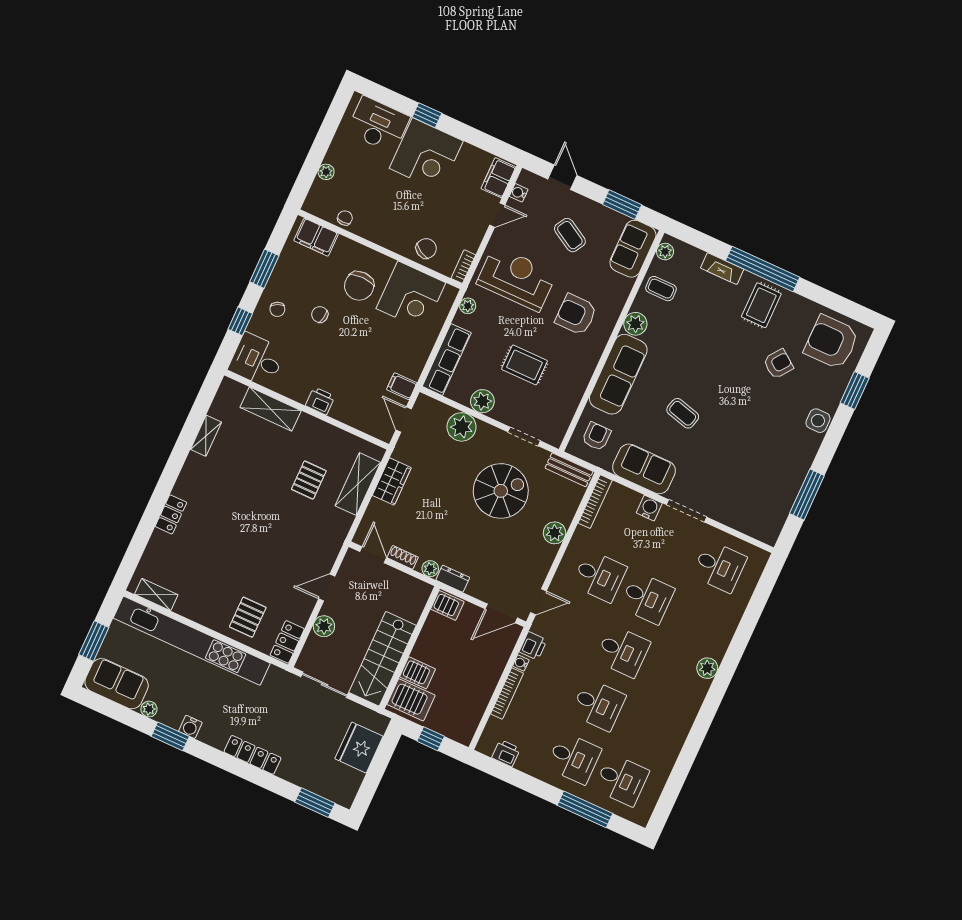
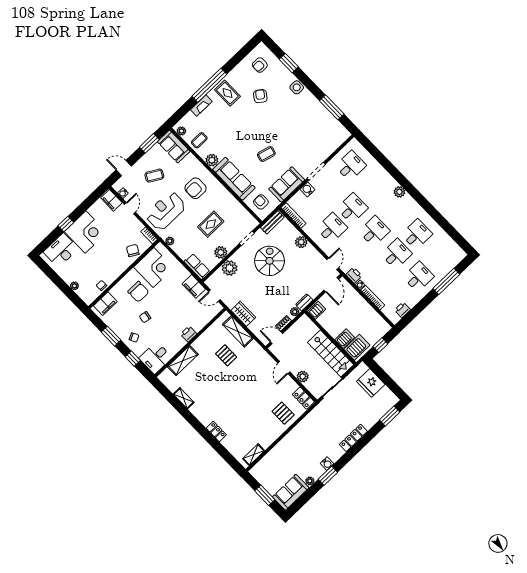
armchair: (831, 342) -> (260, 65), width x0.53, depth x0.53
row of seats: (447, 360) -> (197, 267), width x0.68
filing cabinet: (402, 386) -> (194, 286), width x2.00
kitchen unit: (192, 641) -> (284, 446), removed
desk: (622, 780) -> (417, 234), moved

